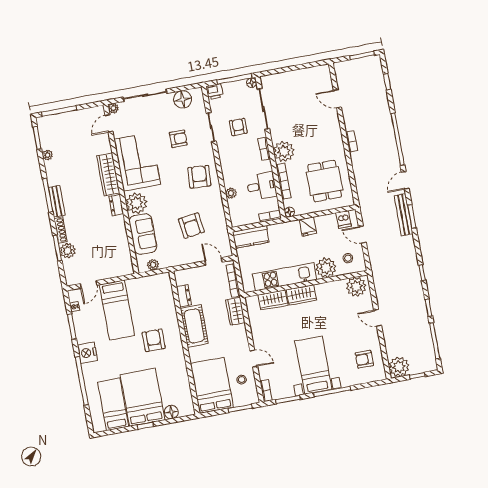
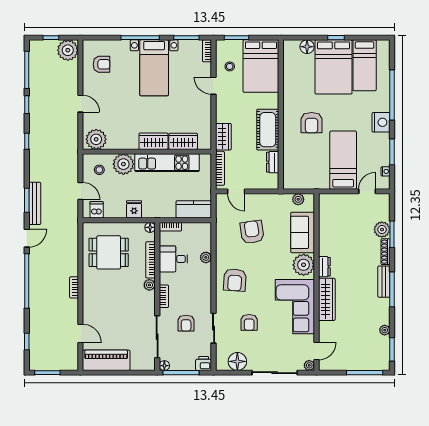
piano: (308, 78) -> (106, 360), added
armchair: (178, 139) -> (249, 322), turned -90
plant: (284, 151) -> (149, 285), width x0.53, depth x0.53
dining table: (325, 181) -> (109, 252), turned 90

